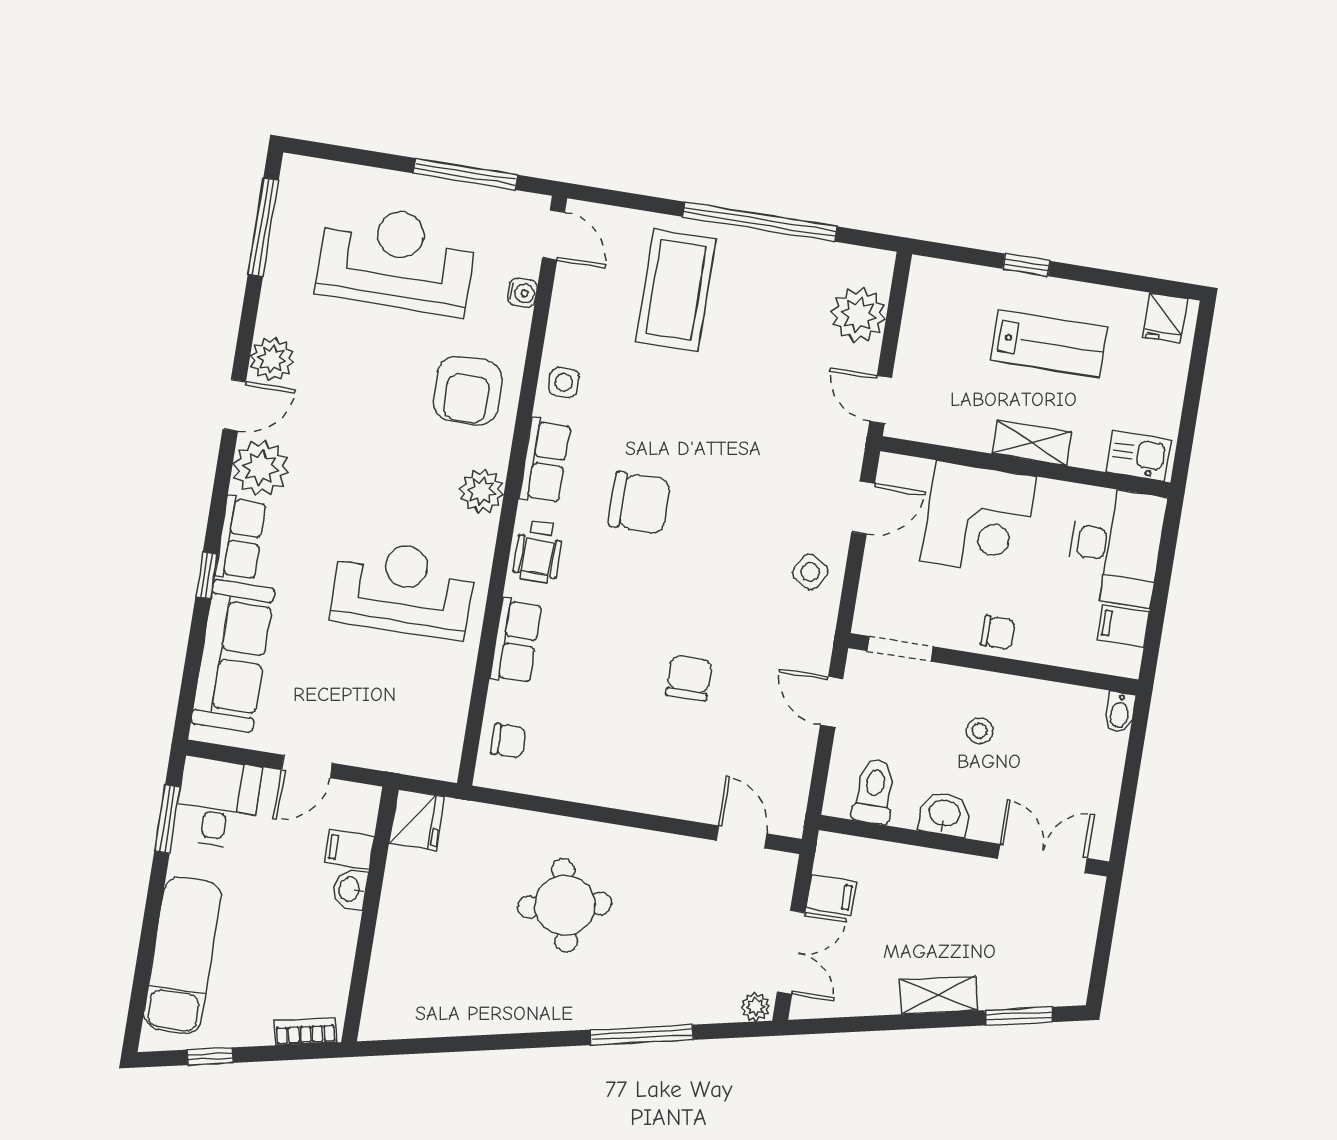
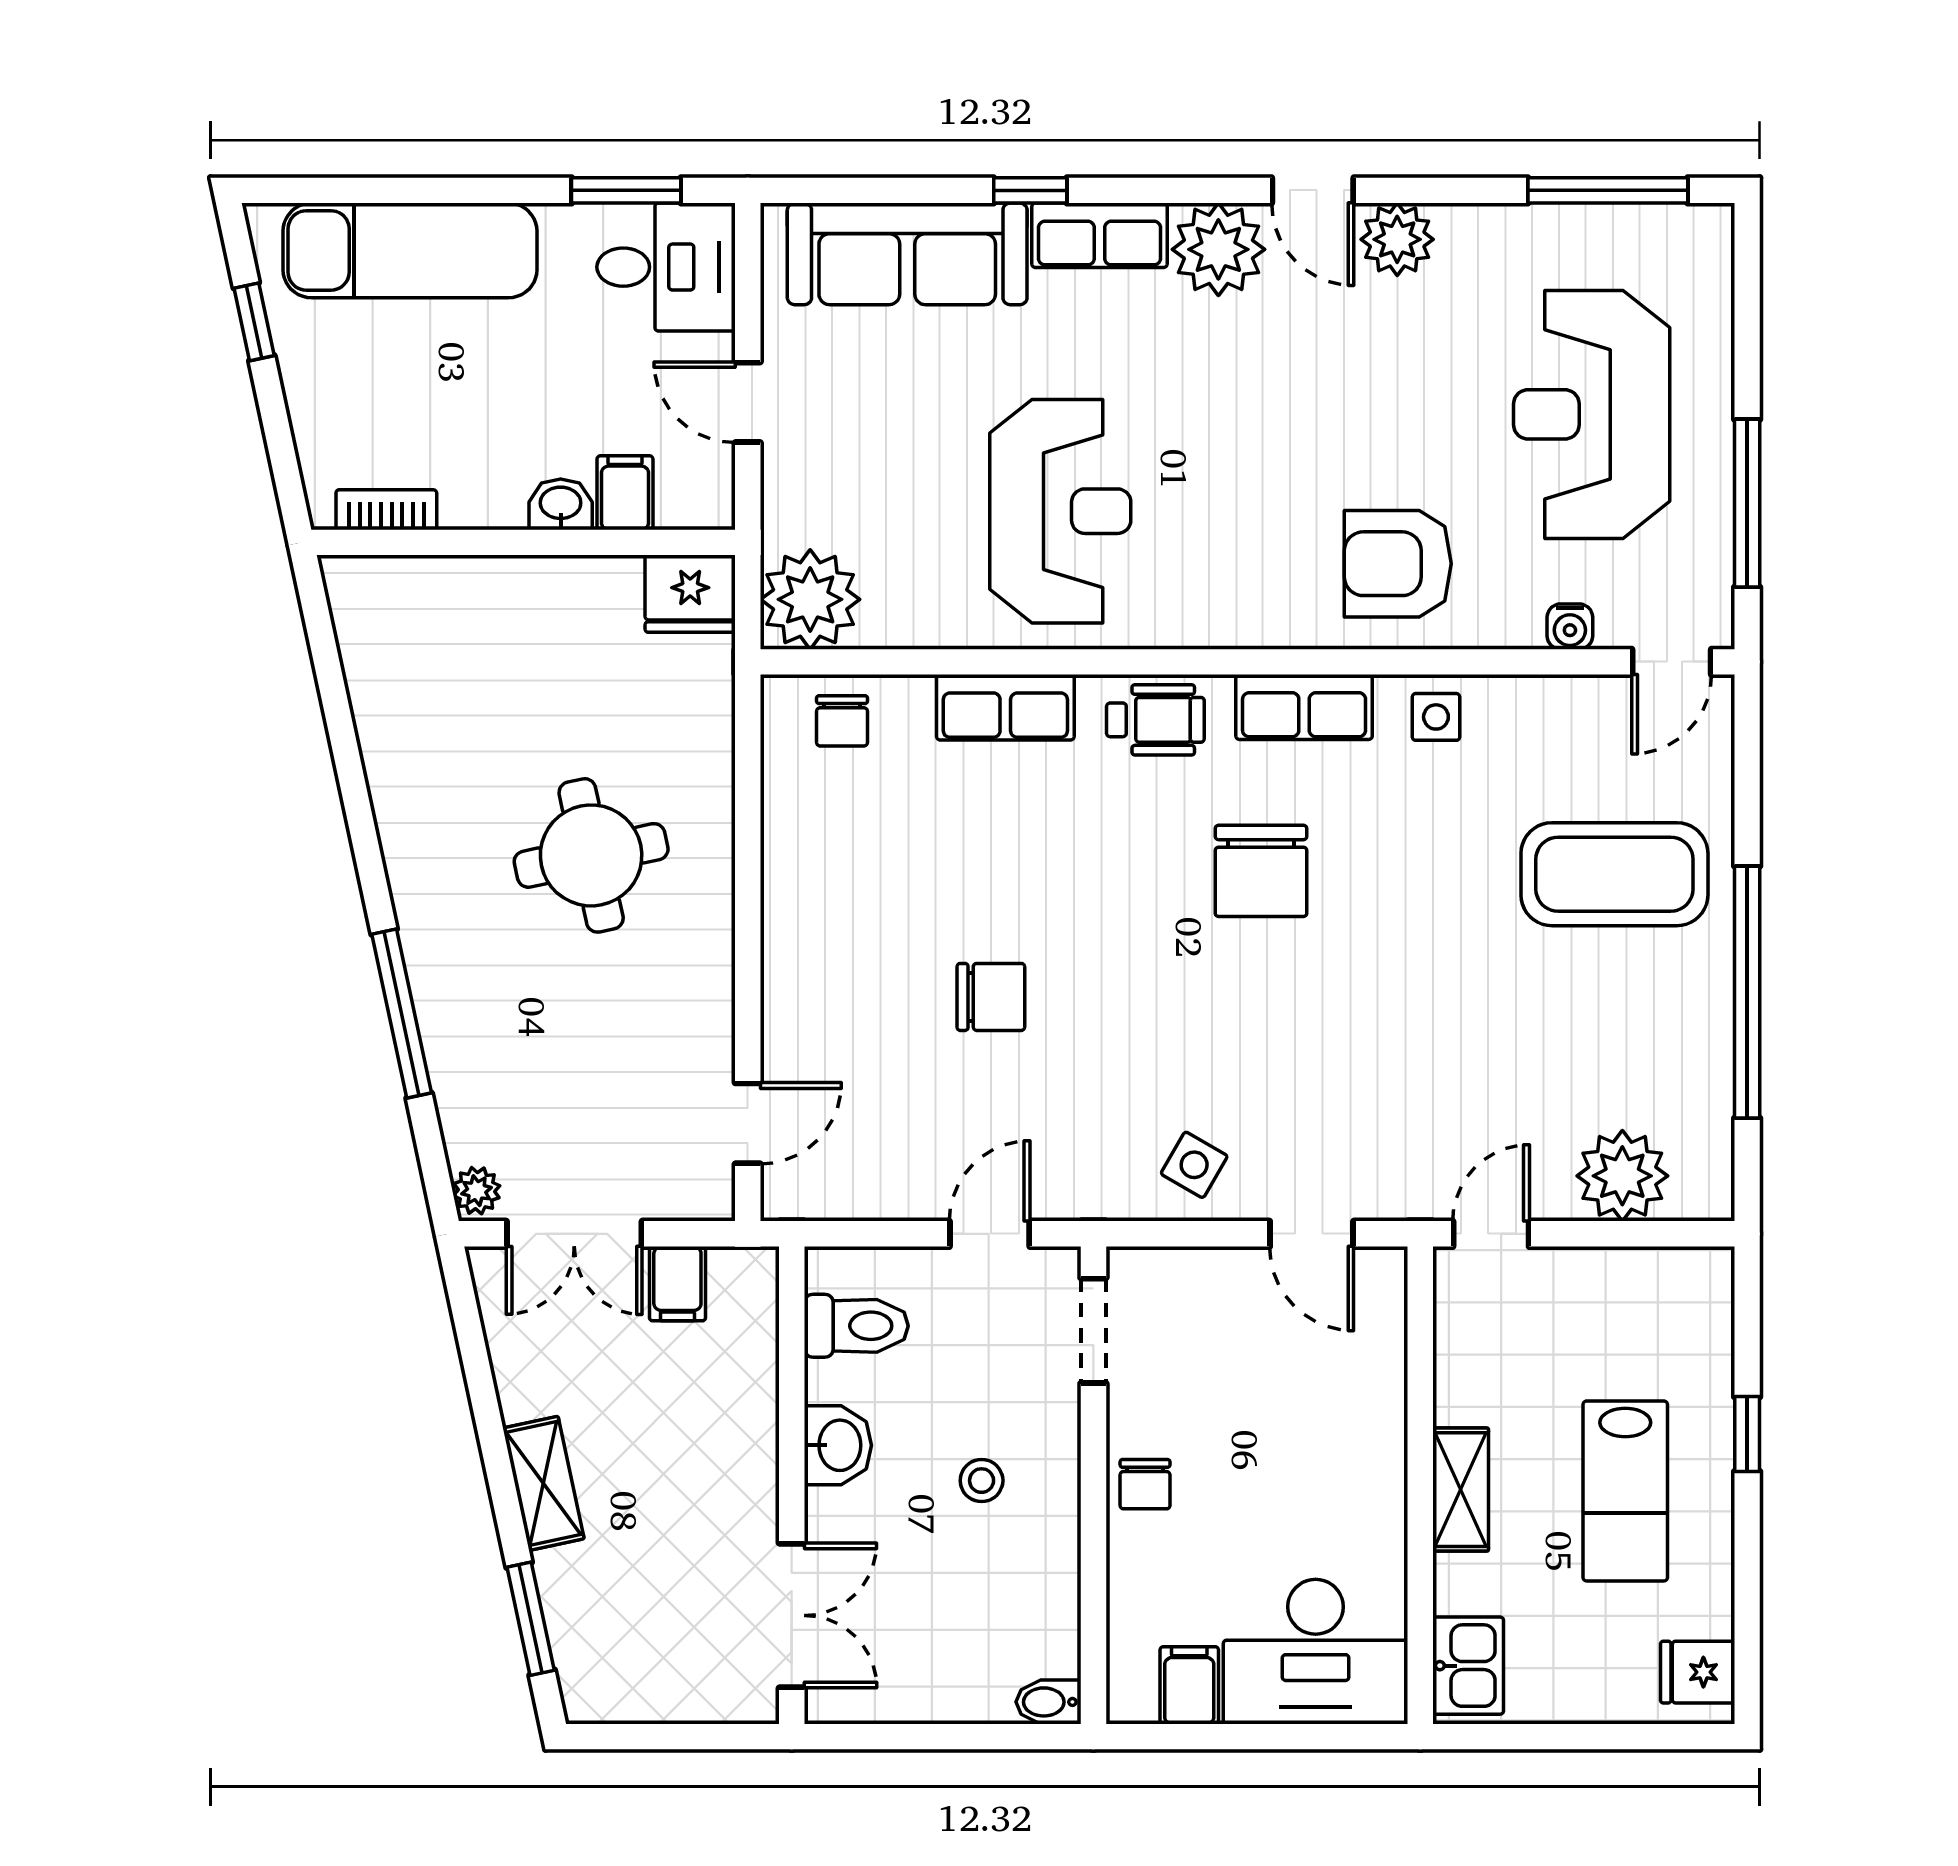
reception desk: (397, 259) -> (1592, 414), turned 180
plant: (482, 491) -> (810, 599), moved, width x1.36, depth x1.36
corner desk: (978, 519) -> (1324, 1423), removed
wheelchair: (538, 552) -> (1155, 720), turned 180
bookcase: (306, 1032) -> (386, 510), moved, turned -78

